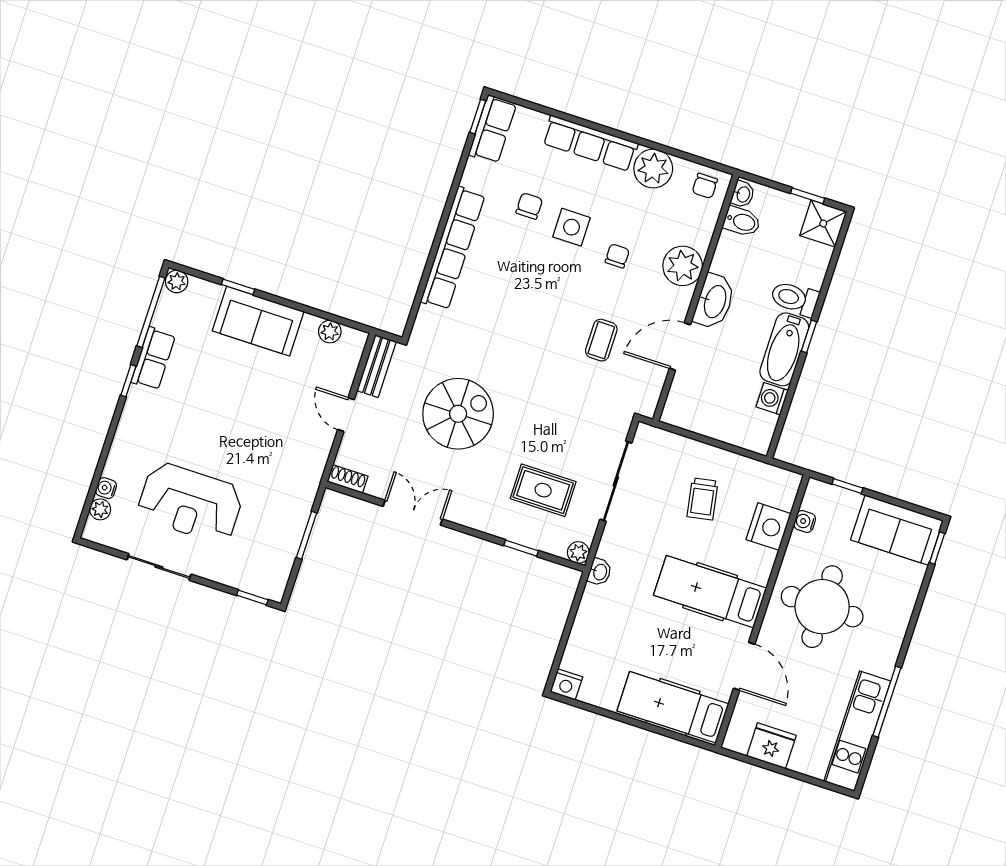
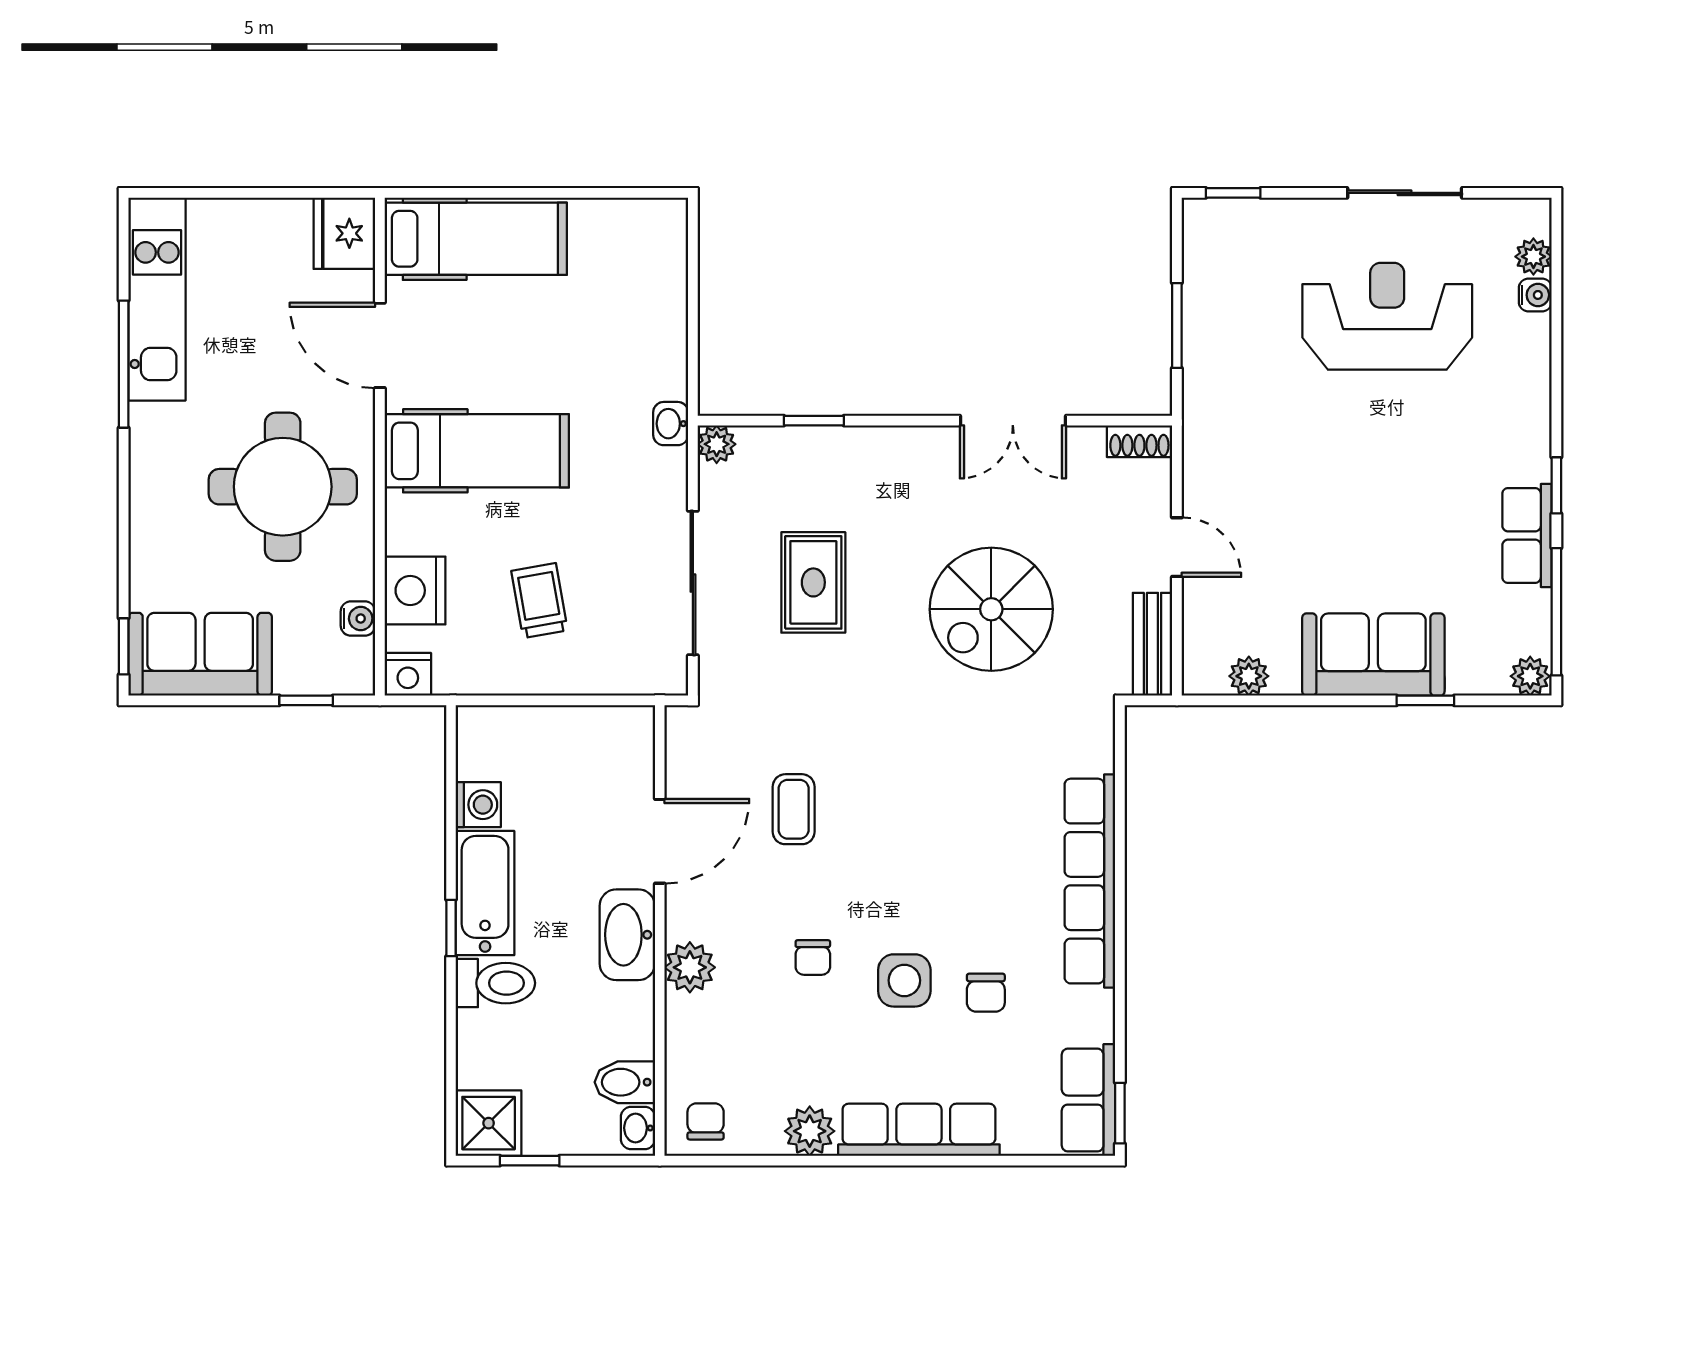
plant: (653, 169) -> (810, 1131), width x0.73, depth x0.73
plant: (683, 266) -> (690, 967), width x0.73, depth x0.73
rug: (543, 490) -> (813, 582), moved, turned 90
nightstand: (566, 684) -> (408, 674), moved, turned 180
fridge: (771, 746) -> (344, 233), moved, turned 90

